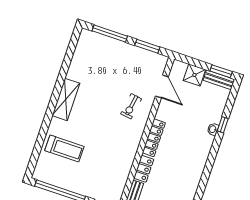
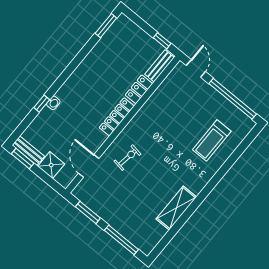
shelving: (66, 99) -> (176, 208), moved
treadmill: (64, 149) -> (212, 140), turned -90

